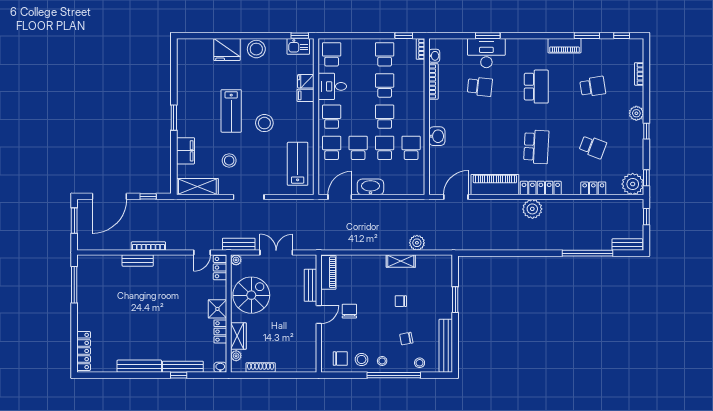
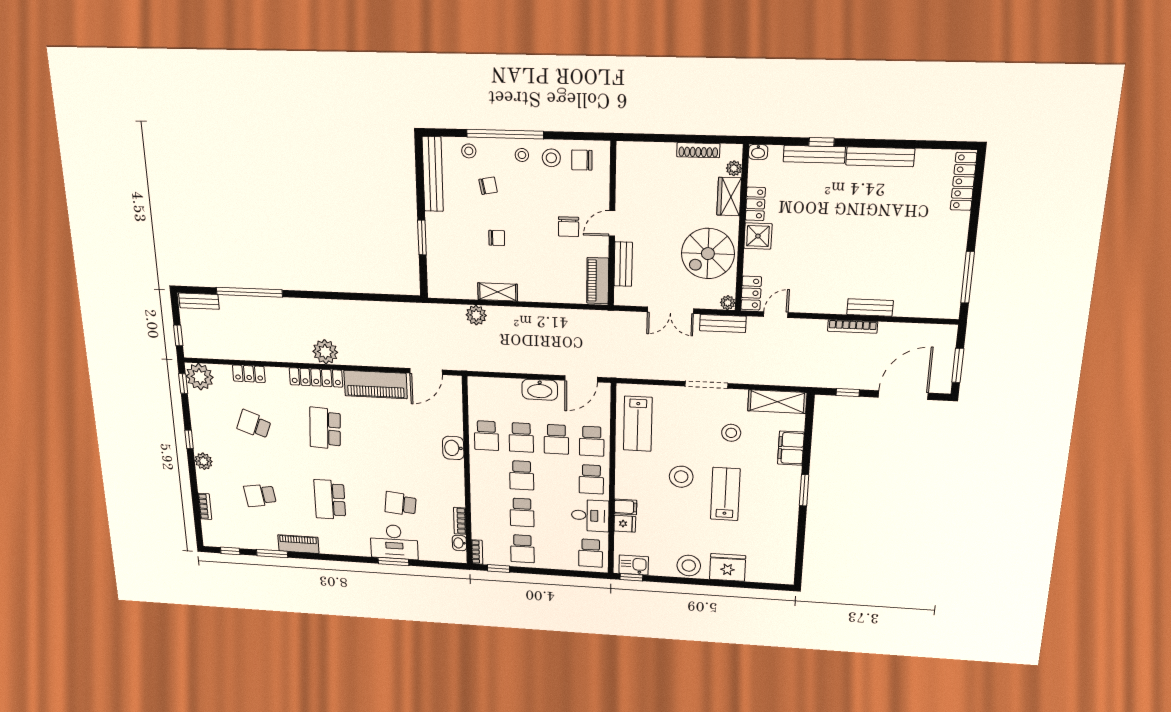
bookcase: (433, 81) -> (460, 521), width x0.64

